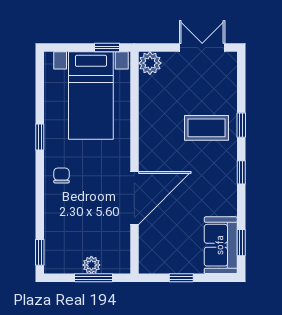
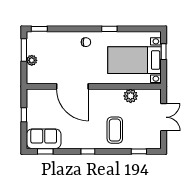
window: (107, 47) -> (164, 52), moved
double door: (202, 47) -> (164, 117), moved
plant: (150, 63) -> (131, 96), moved
window: (241, 125) -> (139, 151), moved
window: (94, 278) -> (24, 50), moved

